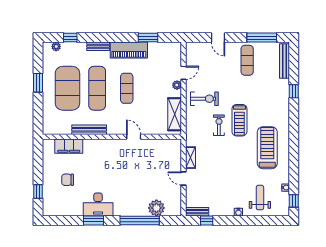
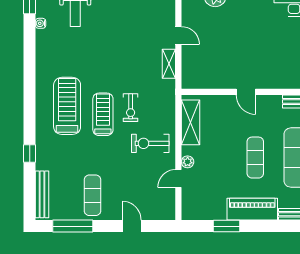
treadmill: (267, 148) -> (67, 106), moved, turned 180

